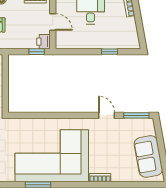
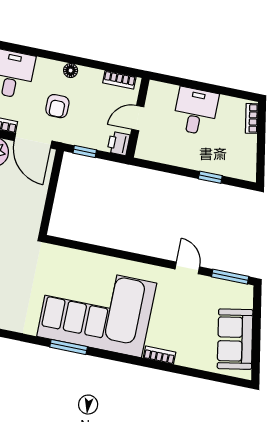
door: (53, 22) -> (138, 118), swing flipped
window: (37, 52) -> (85, 151), moved

